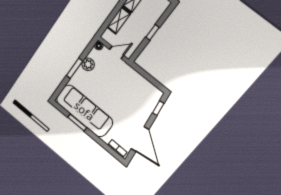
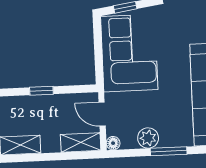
shelving: (119, 20) -> (81, 142), moved
corner sofa: (135, 91) -> (129, 53), added

